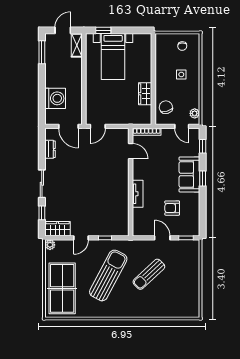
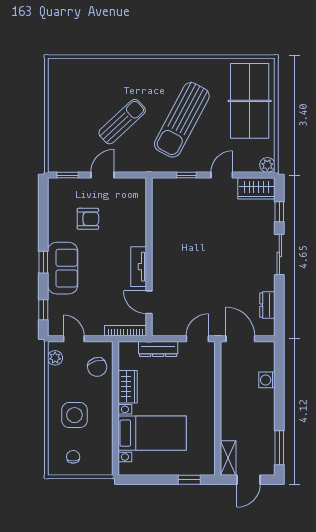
bed with nightstands: (113, 57) -> (152, 433), moved, turned 90
side table: (181, 74) -> (74, 415), width x1.87, depth x1.87
washing machine: (55, 98) -> (267, 380), width x0.53, depth x0.53
dresser: (124, 119) -> (158, 349), added
tv unit: (138, 194) -> (139, 267), moved
door: (162, 238) -> (102, 175), swing flipped

